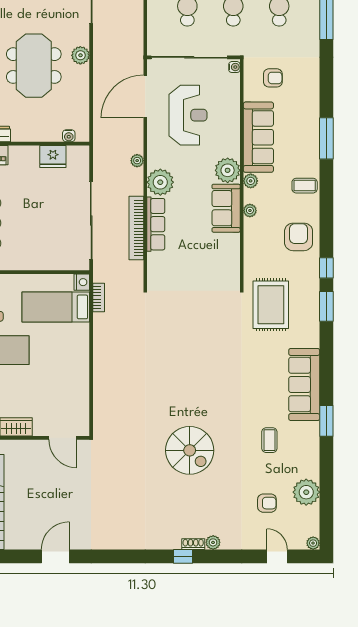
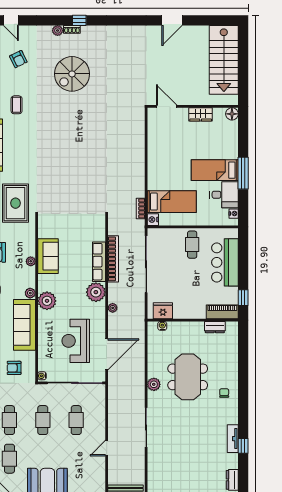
fridge: (53, 156) -> (163, 311), moved
sofa: (226, 208) -> (48, 256), moved
plant: (250, 210) -> (31, 261), moved
cafe table: (28, 248) -> (192, 245), added
spiral stairs: (190, 450) -> (72, 74), moved, turned -90
armchair: (267, 503) -> (18, 59), turned -116

